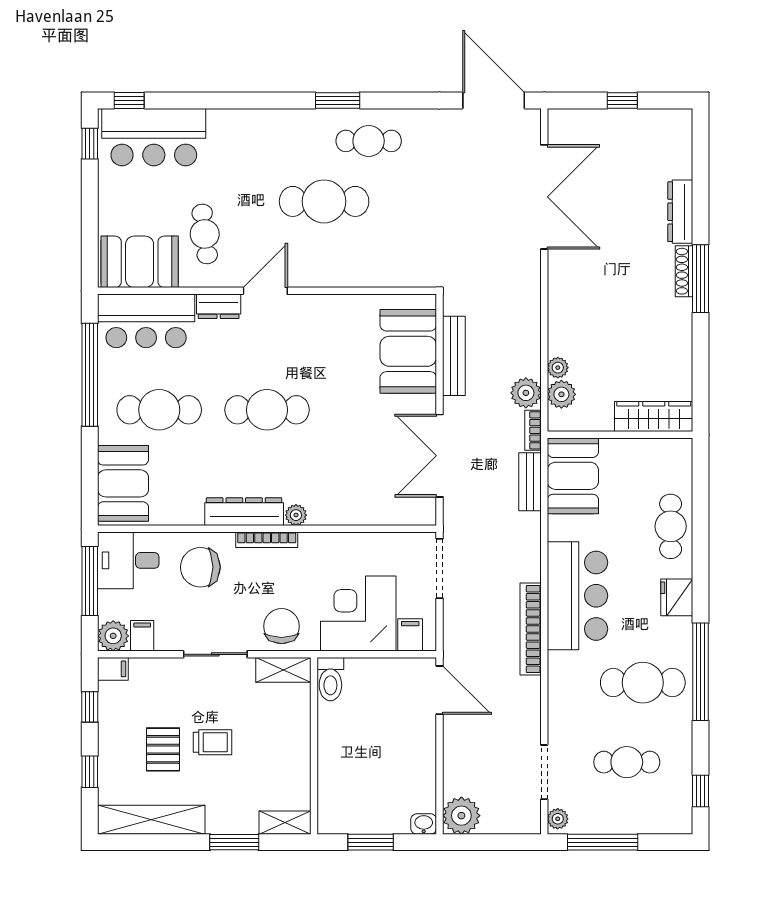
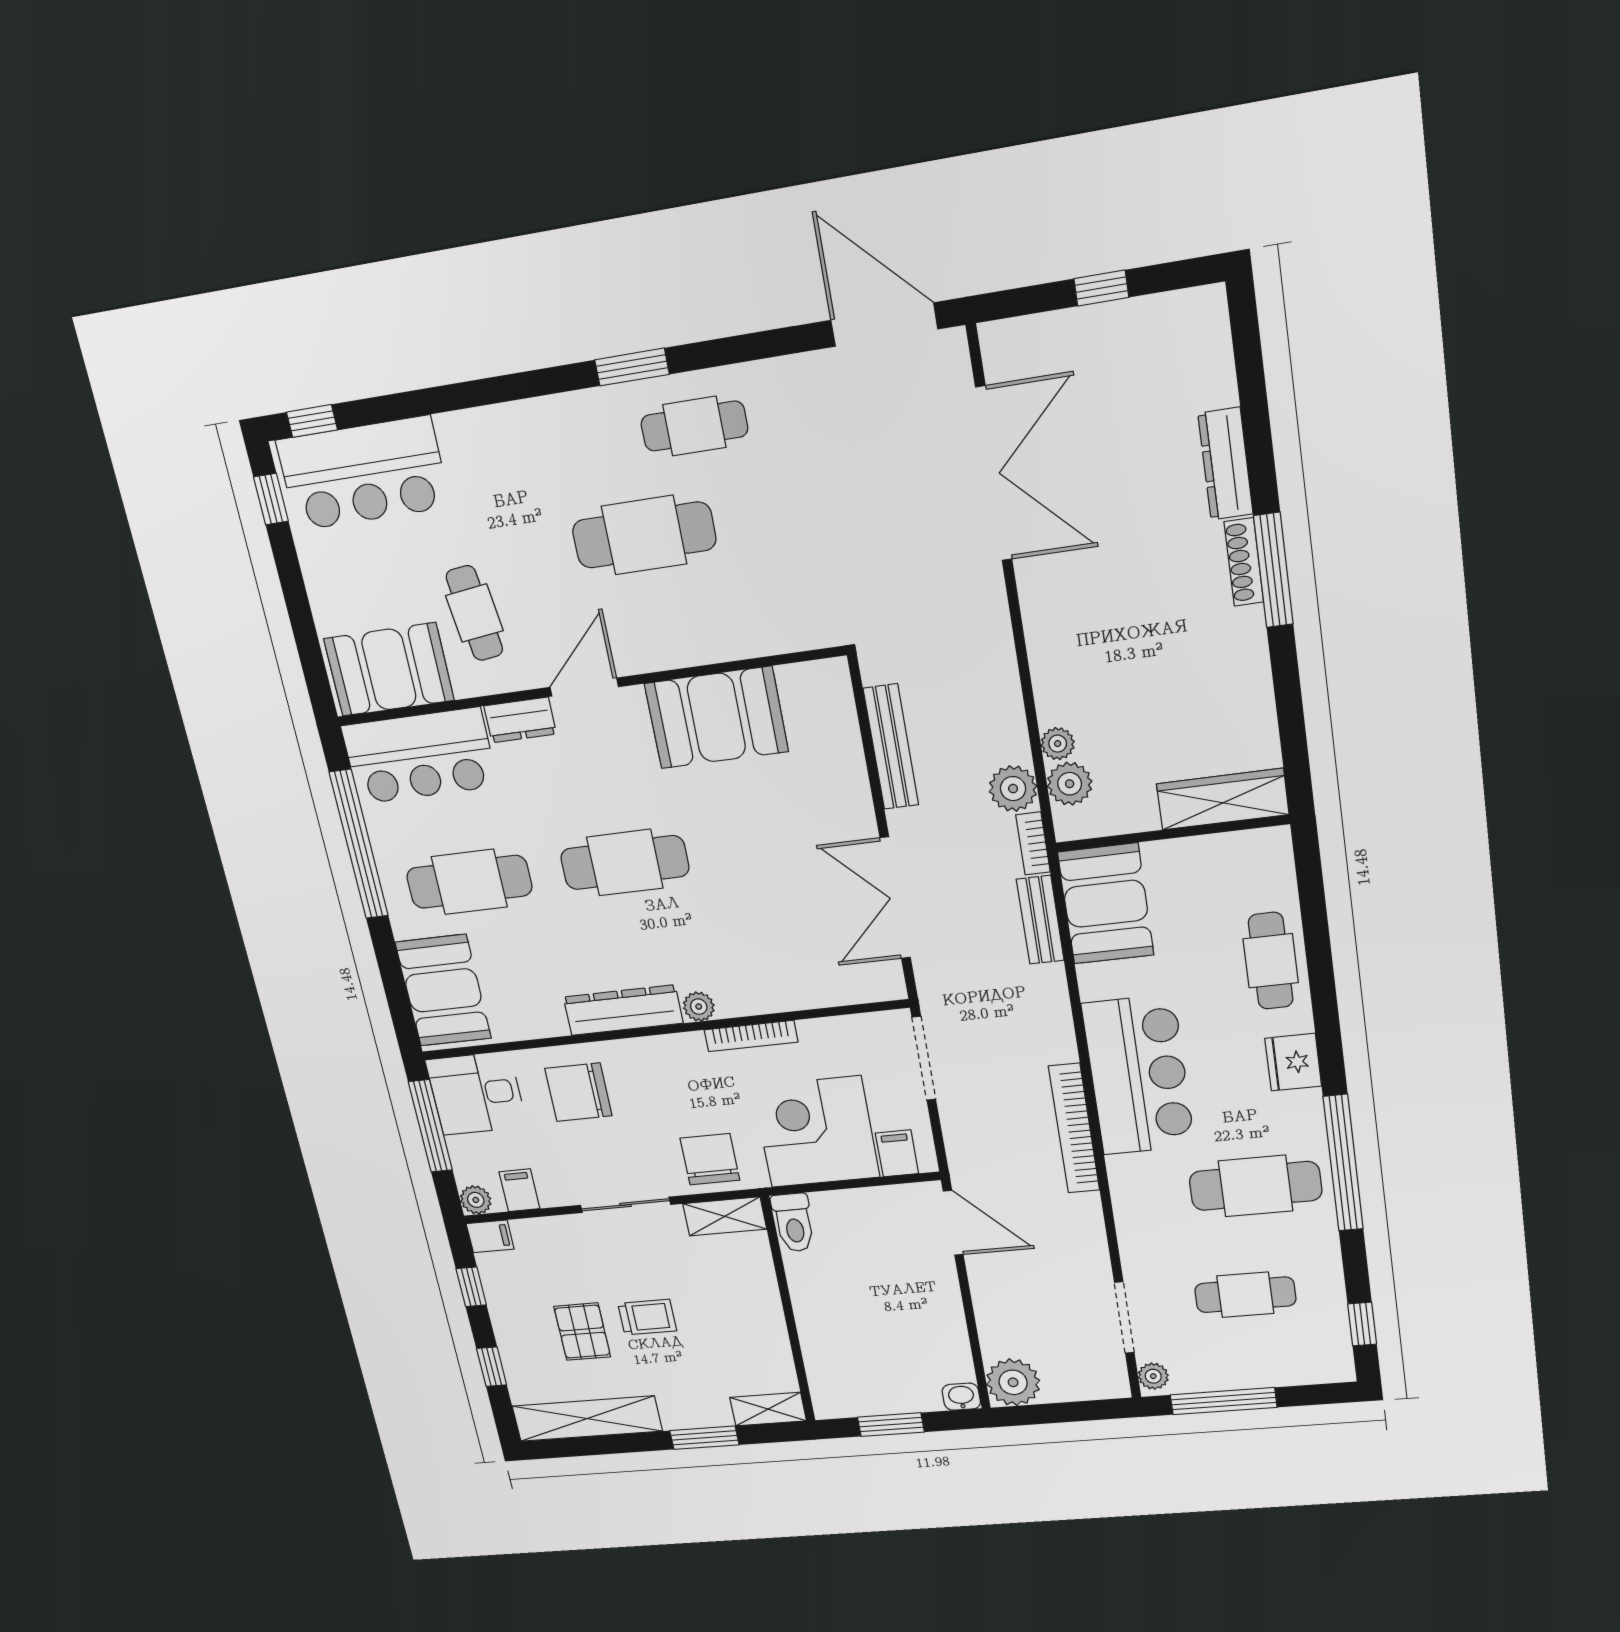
booth: (408, 351) -> (716, 718), moved, turned 90
bookcase: (267, 540) -> (751, 1036), moved
plant: (113, 636) -> (476, 1200), width x0.73, depth x0.73

